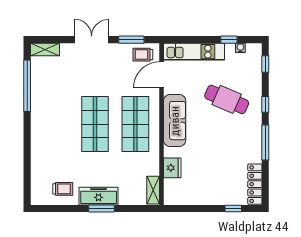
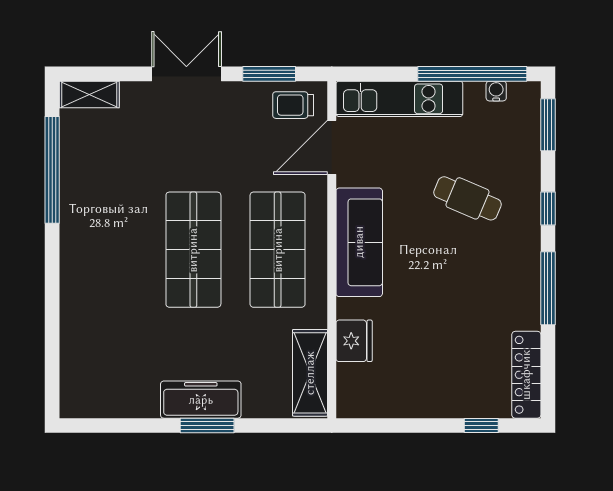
window: (229, 40) -> (472, 74), width x3.17
window: (265, 64) -> (548, 125), width x1.50
cafe table: (227, 99) -> (467, 198), width x0.73, depth x0.74
trolley: (63, 189) -> (126, 385), removed
shelving: (153, 190) -> (310, 373), width x1.50, depth x1.33

